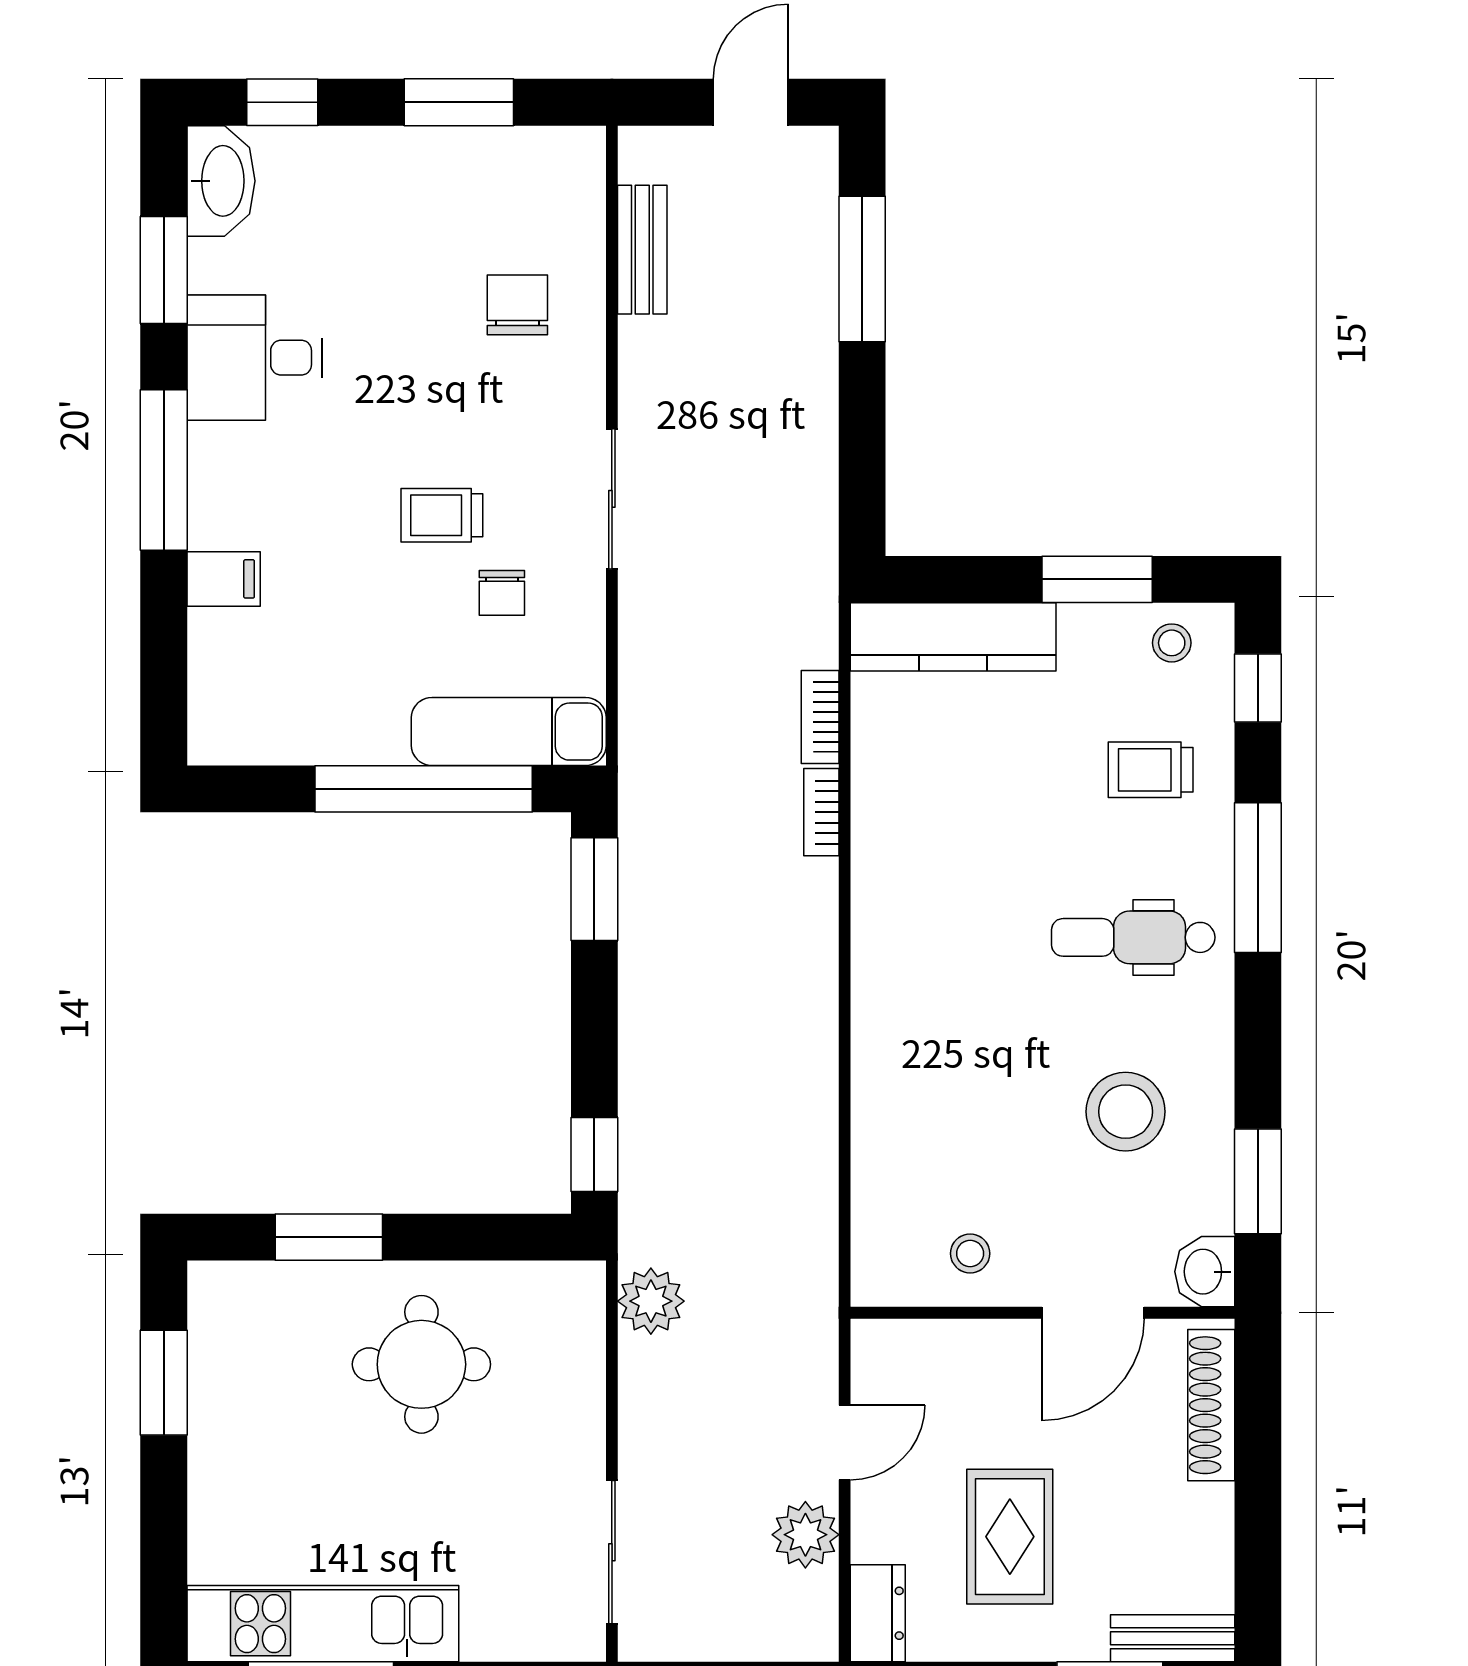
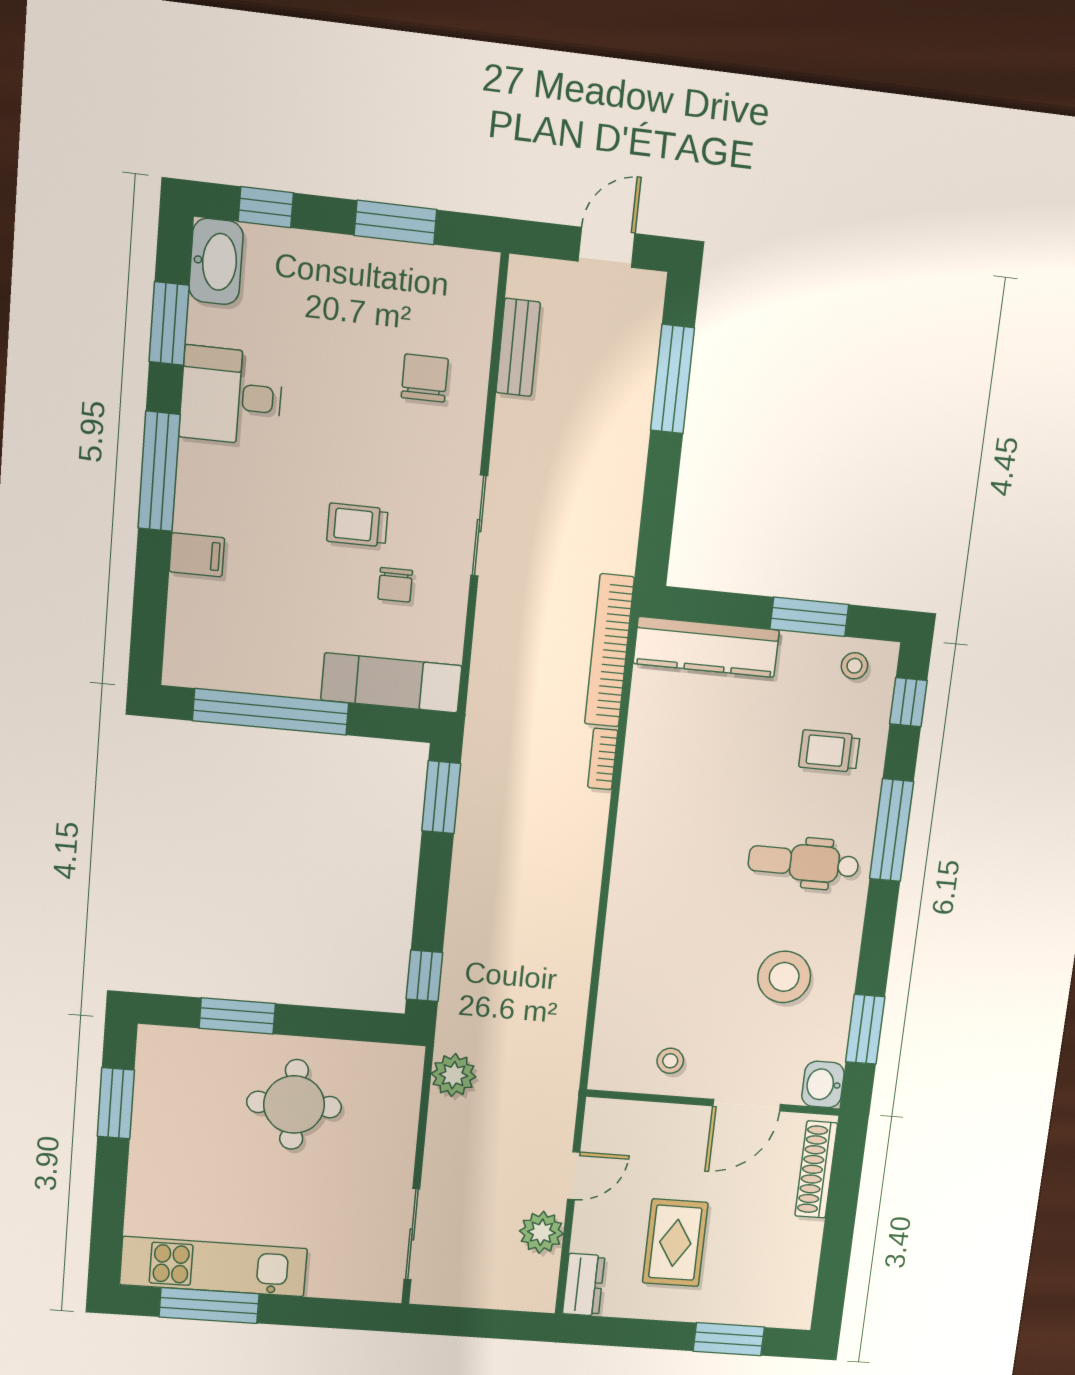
bookcase: (820, 717) -> (609, 651), width x2.31, depth x1.31
window: (424, 789) -> (271, 712), moved
bench: (1173, 1638) -> (773, 1313), removed

